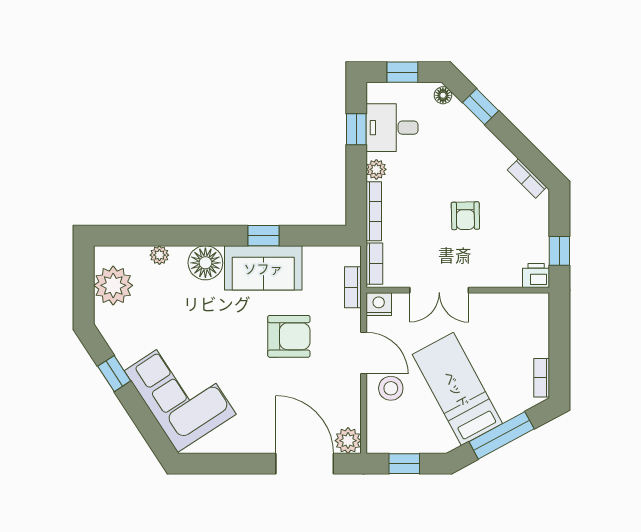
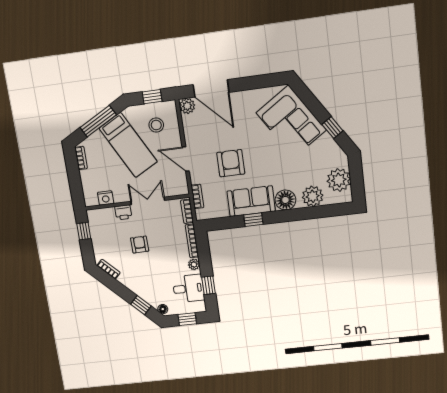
plant: (159, 255) -> (313, 196), width x1.88, depth x1.88
printer: (536, 275) -> (123, 212), moved
nightstand: (379, 304) -> (106, 198), moved
armchair: (289, 336) -> (231, 163), turned 90
stool: (391, 388) -> (156, 125), moved

